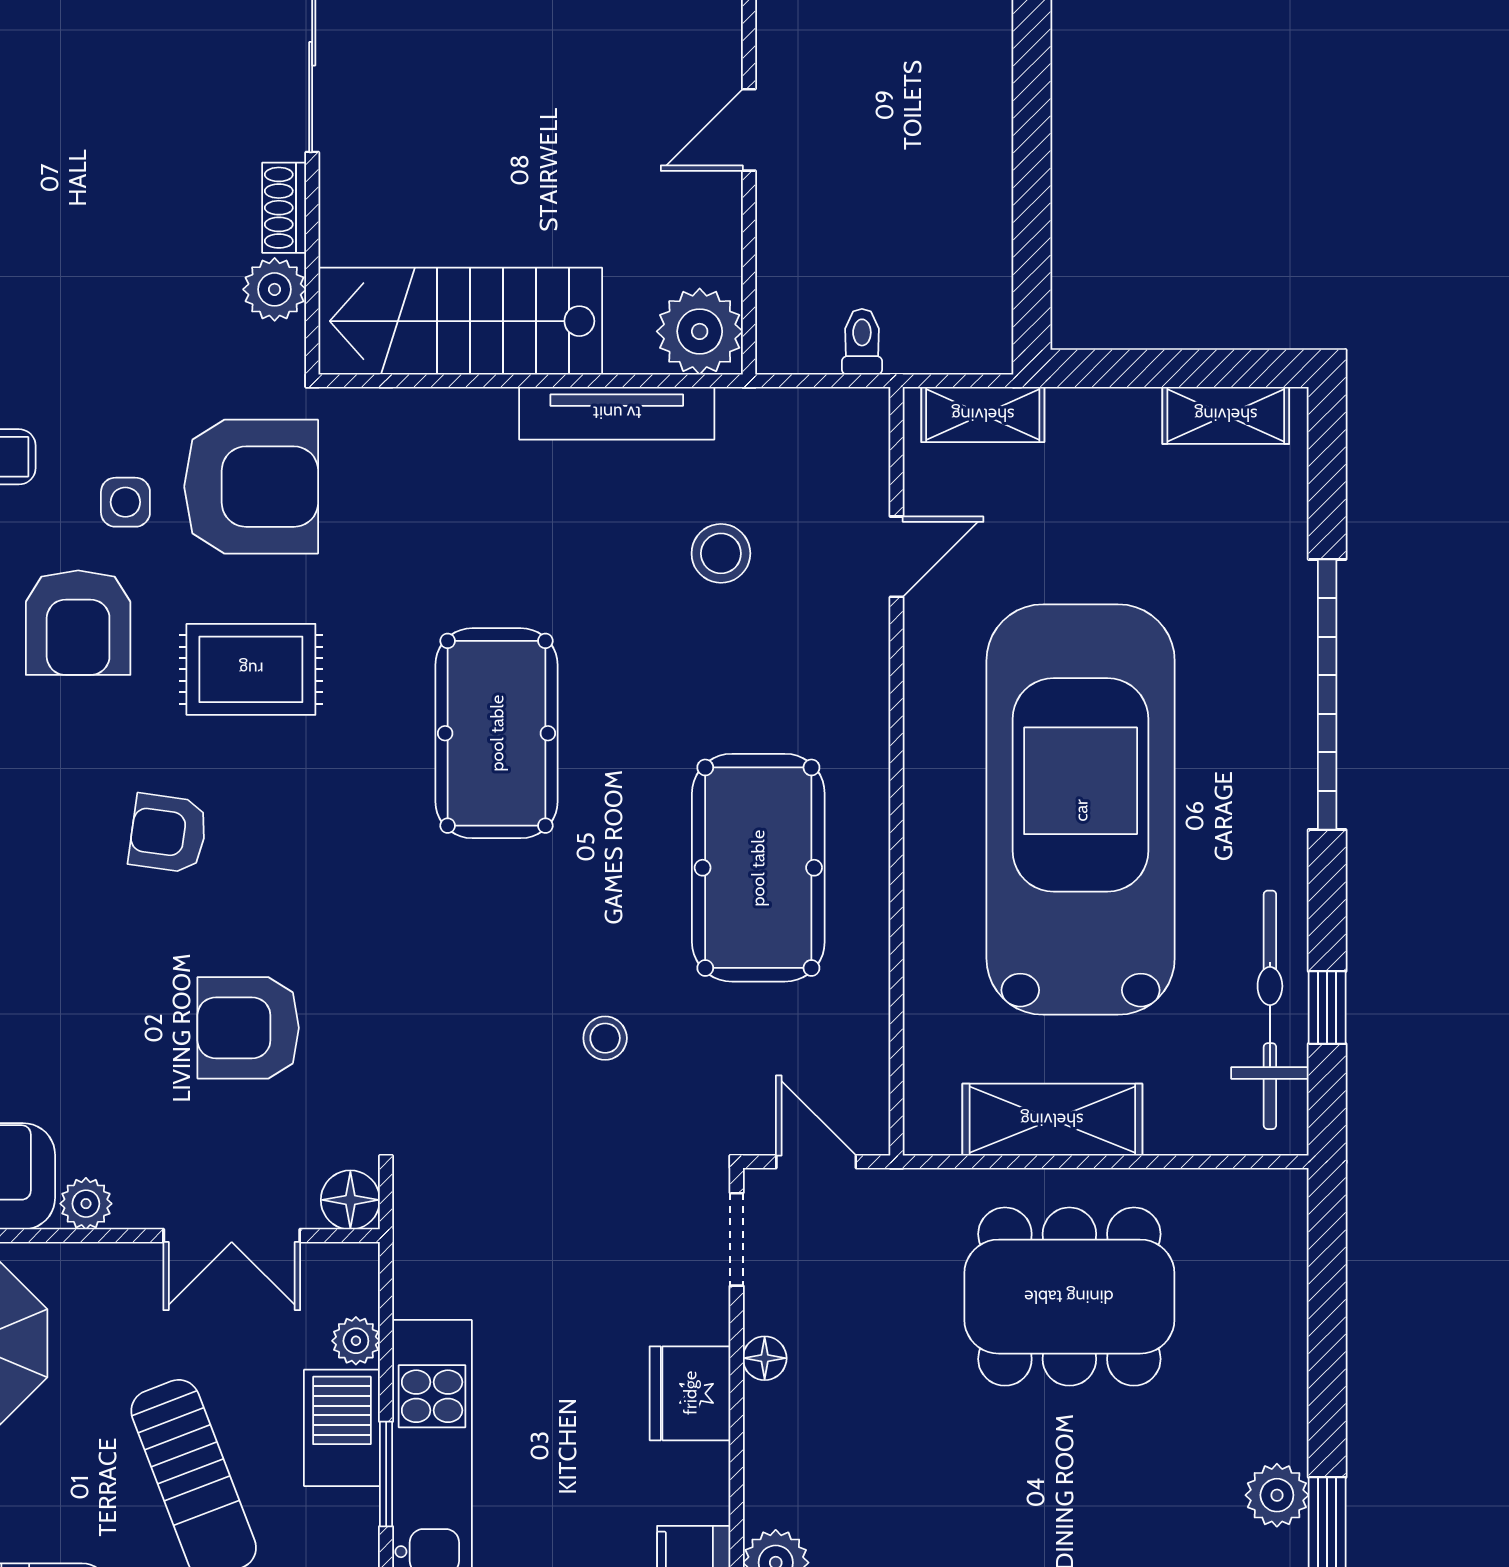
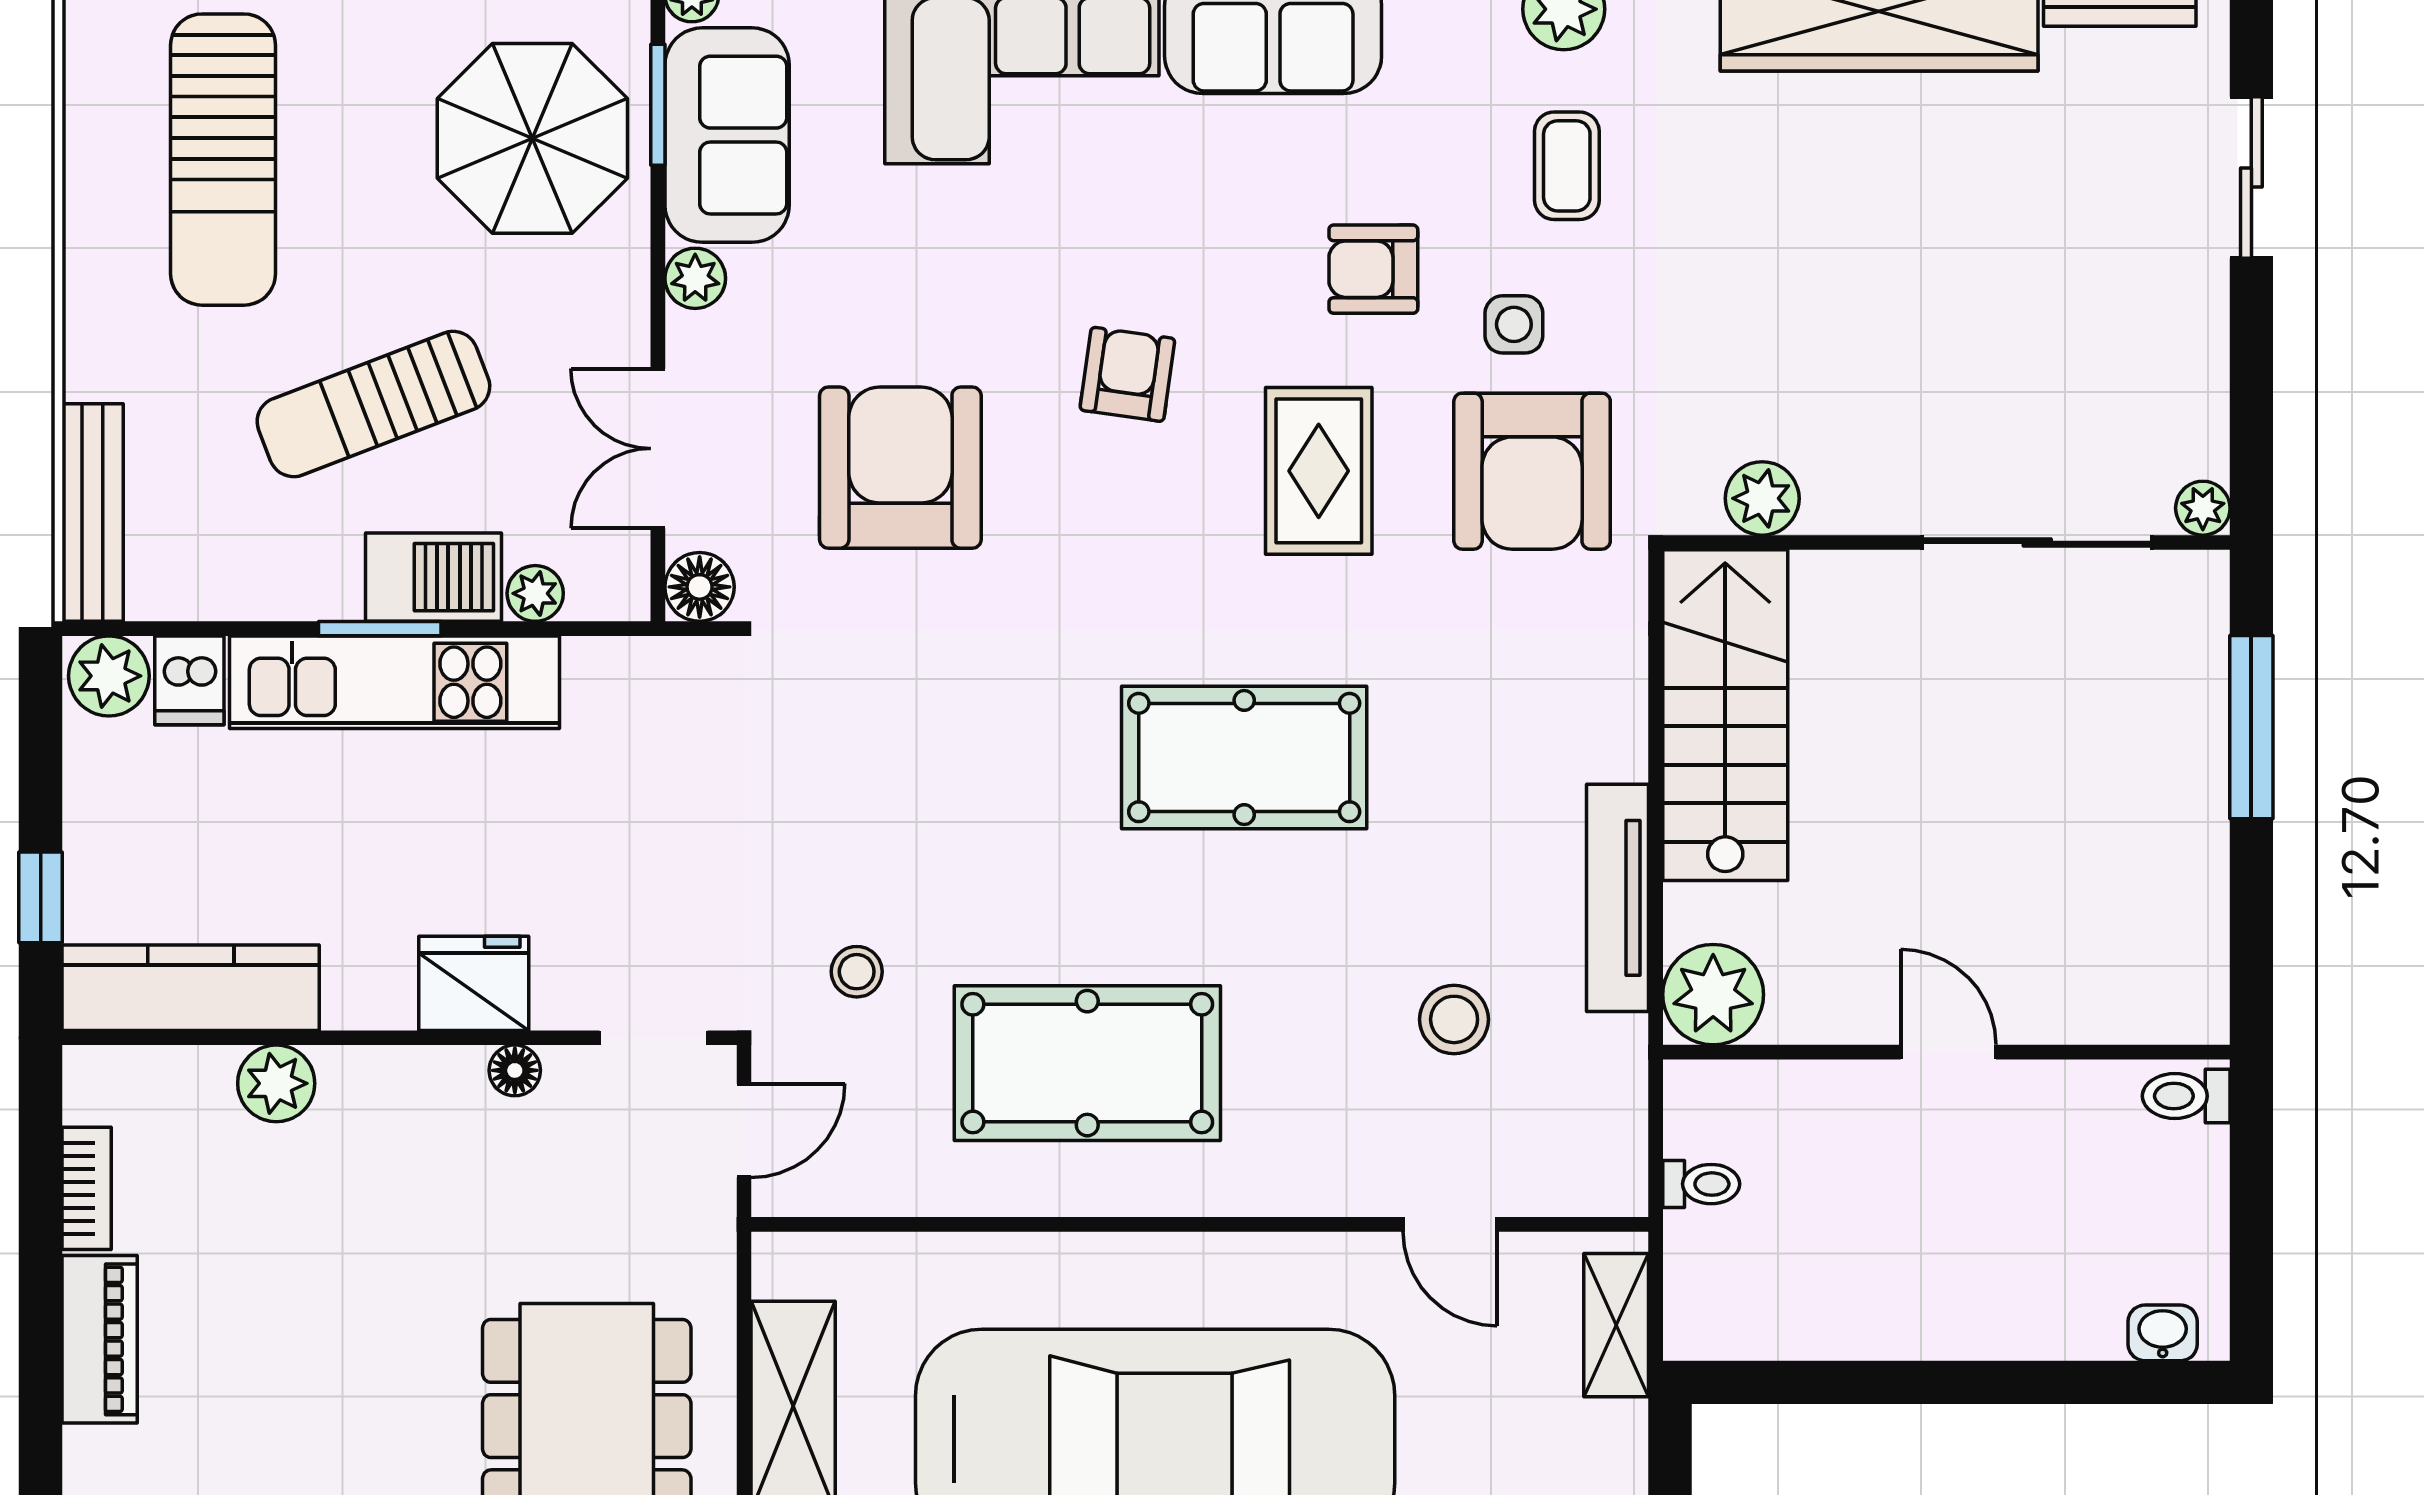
shoe rack: (284, 208) -> (1858, 510), removed
armchair: (78, 623) -> (1373, 269), width x0.72, depth x0.72
armchair: (248, 1028) -> (900, 468), width x1.36, depth x1.36
stool: (605, 1038) -> (857, 972), moved

